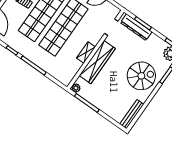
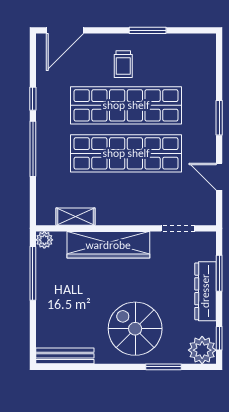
dresser: (136, 27) -> (205, 291), moved
shelving: (86, 53) -> (76, 217), moved
spiral stairs: (141, 76) -> (135, 329), turned 180

